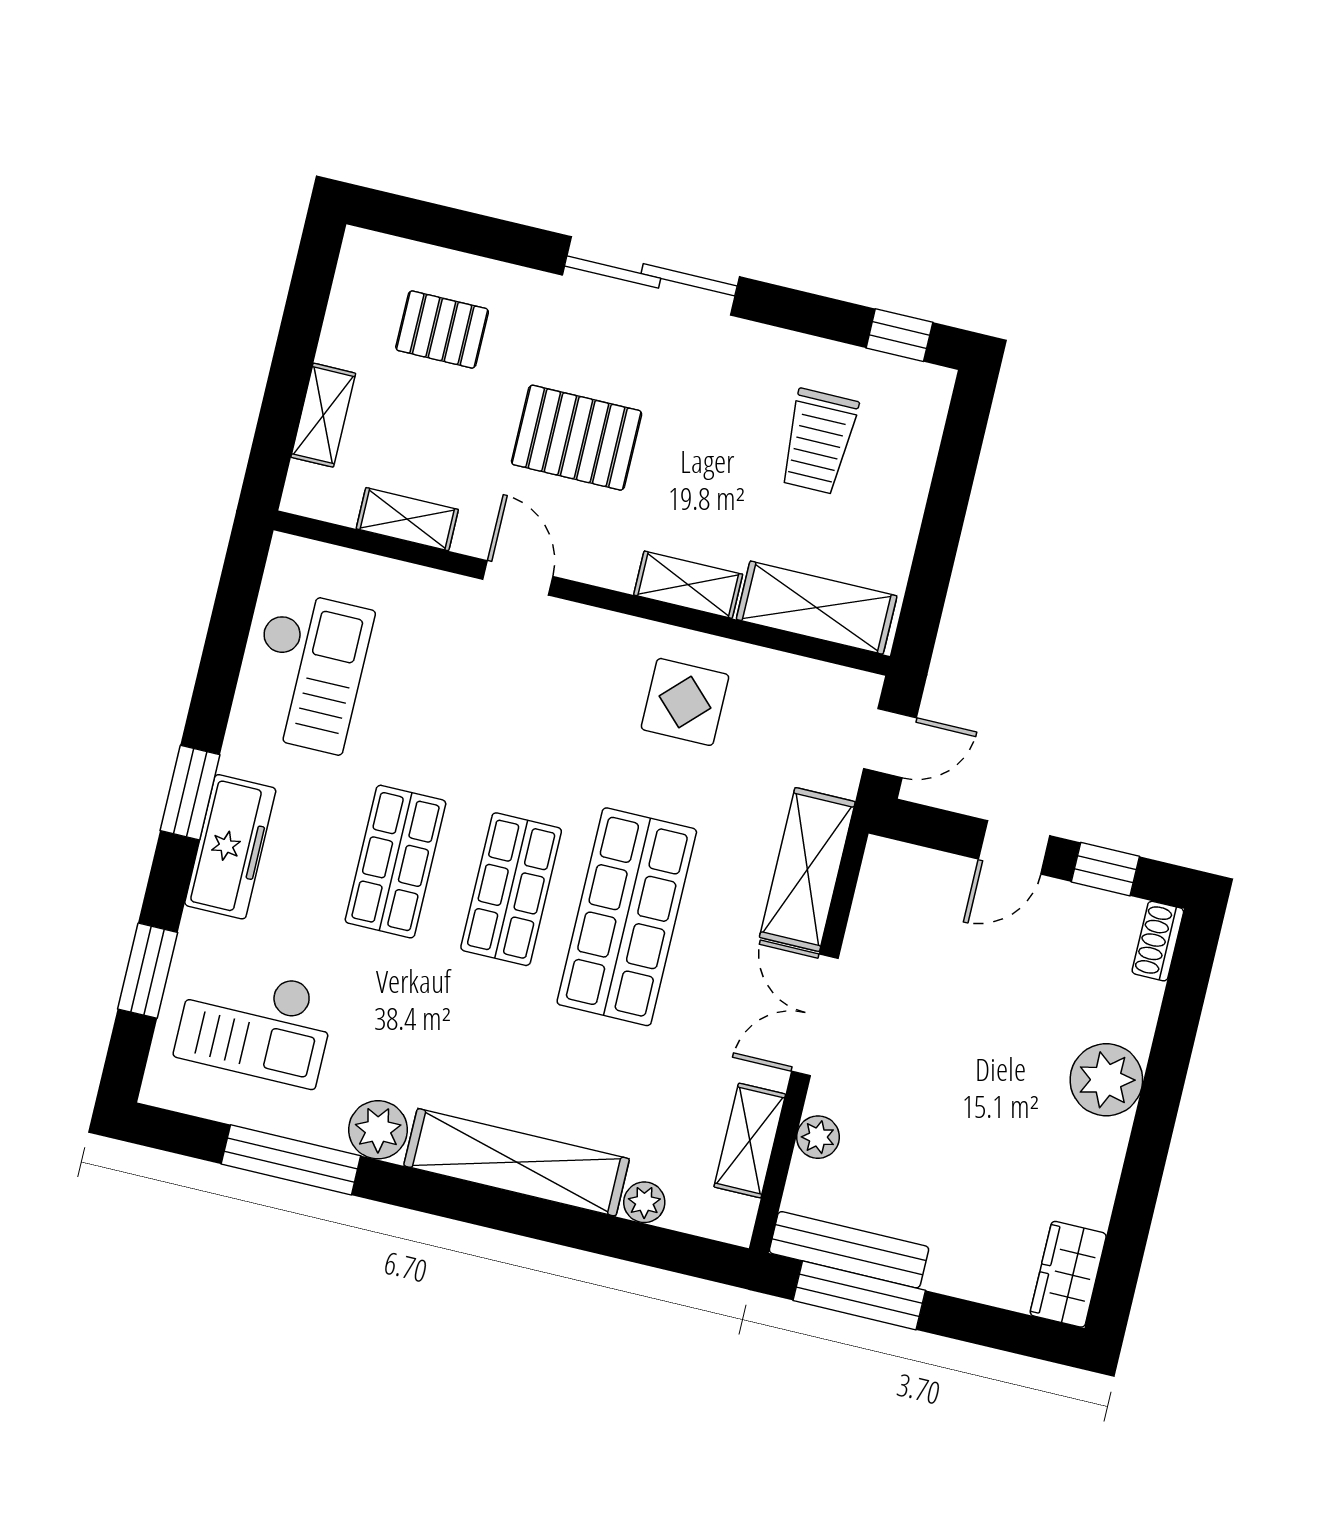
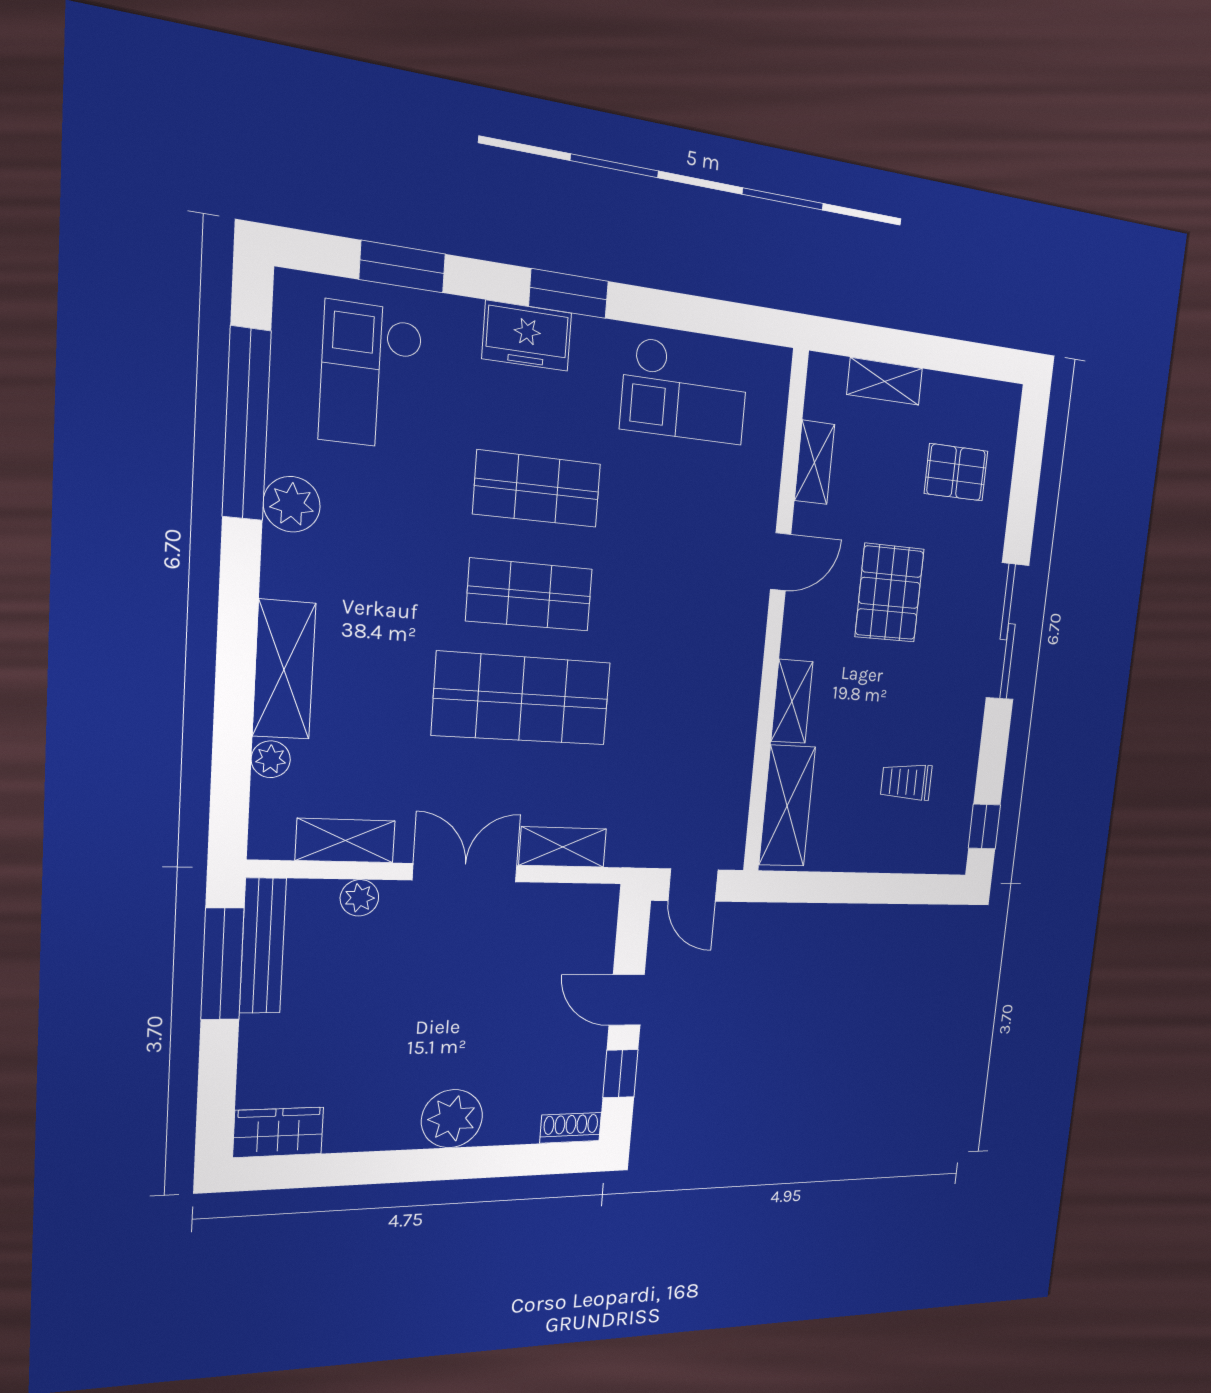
pallet: (442, 330) -> (956, 472), turned 90
trolley: (818, 441) -> (906, 782), width x0.73, depth x0.72
display table: (685, 702) -> (703, 716), removed
freezer: (230, 847) -> (527, 336), width x0.71
shelving: (807, 870) -> (563, 847), width x0.67, depth x0.75
window: (291, 1160) -> (247, 424), width x1.46
shelving: (517, 1162) -> (284, 670), width x0.68

